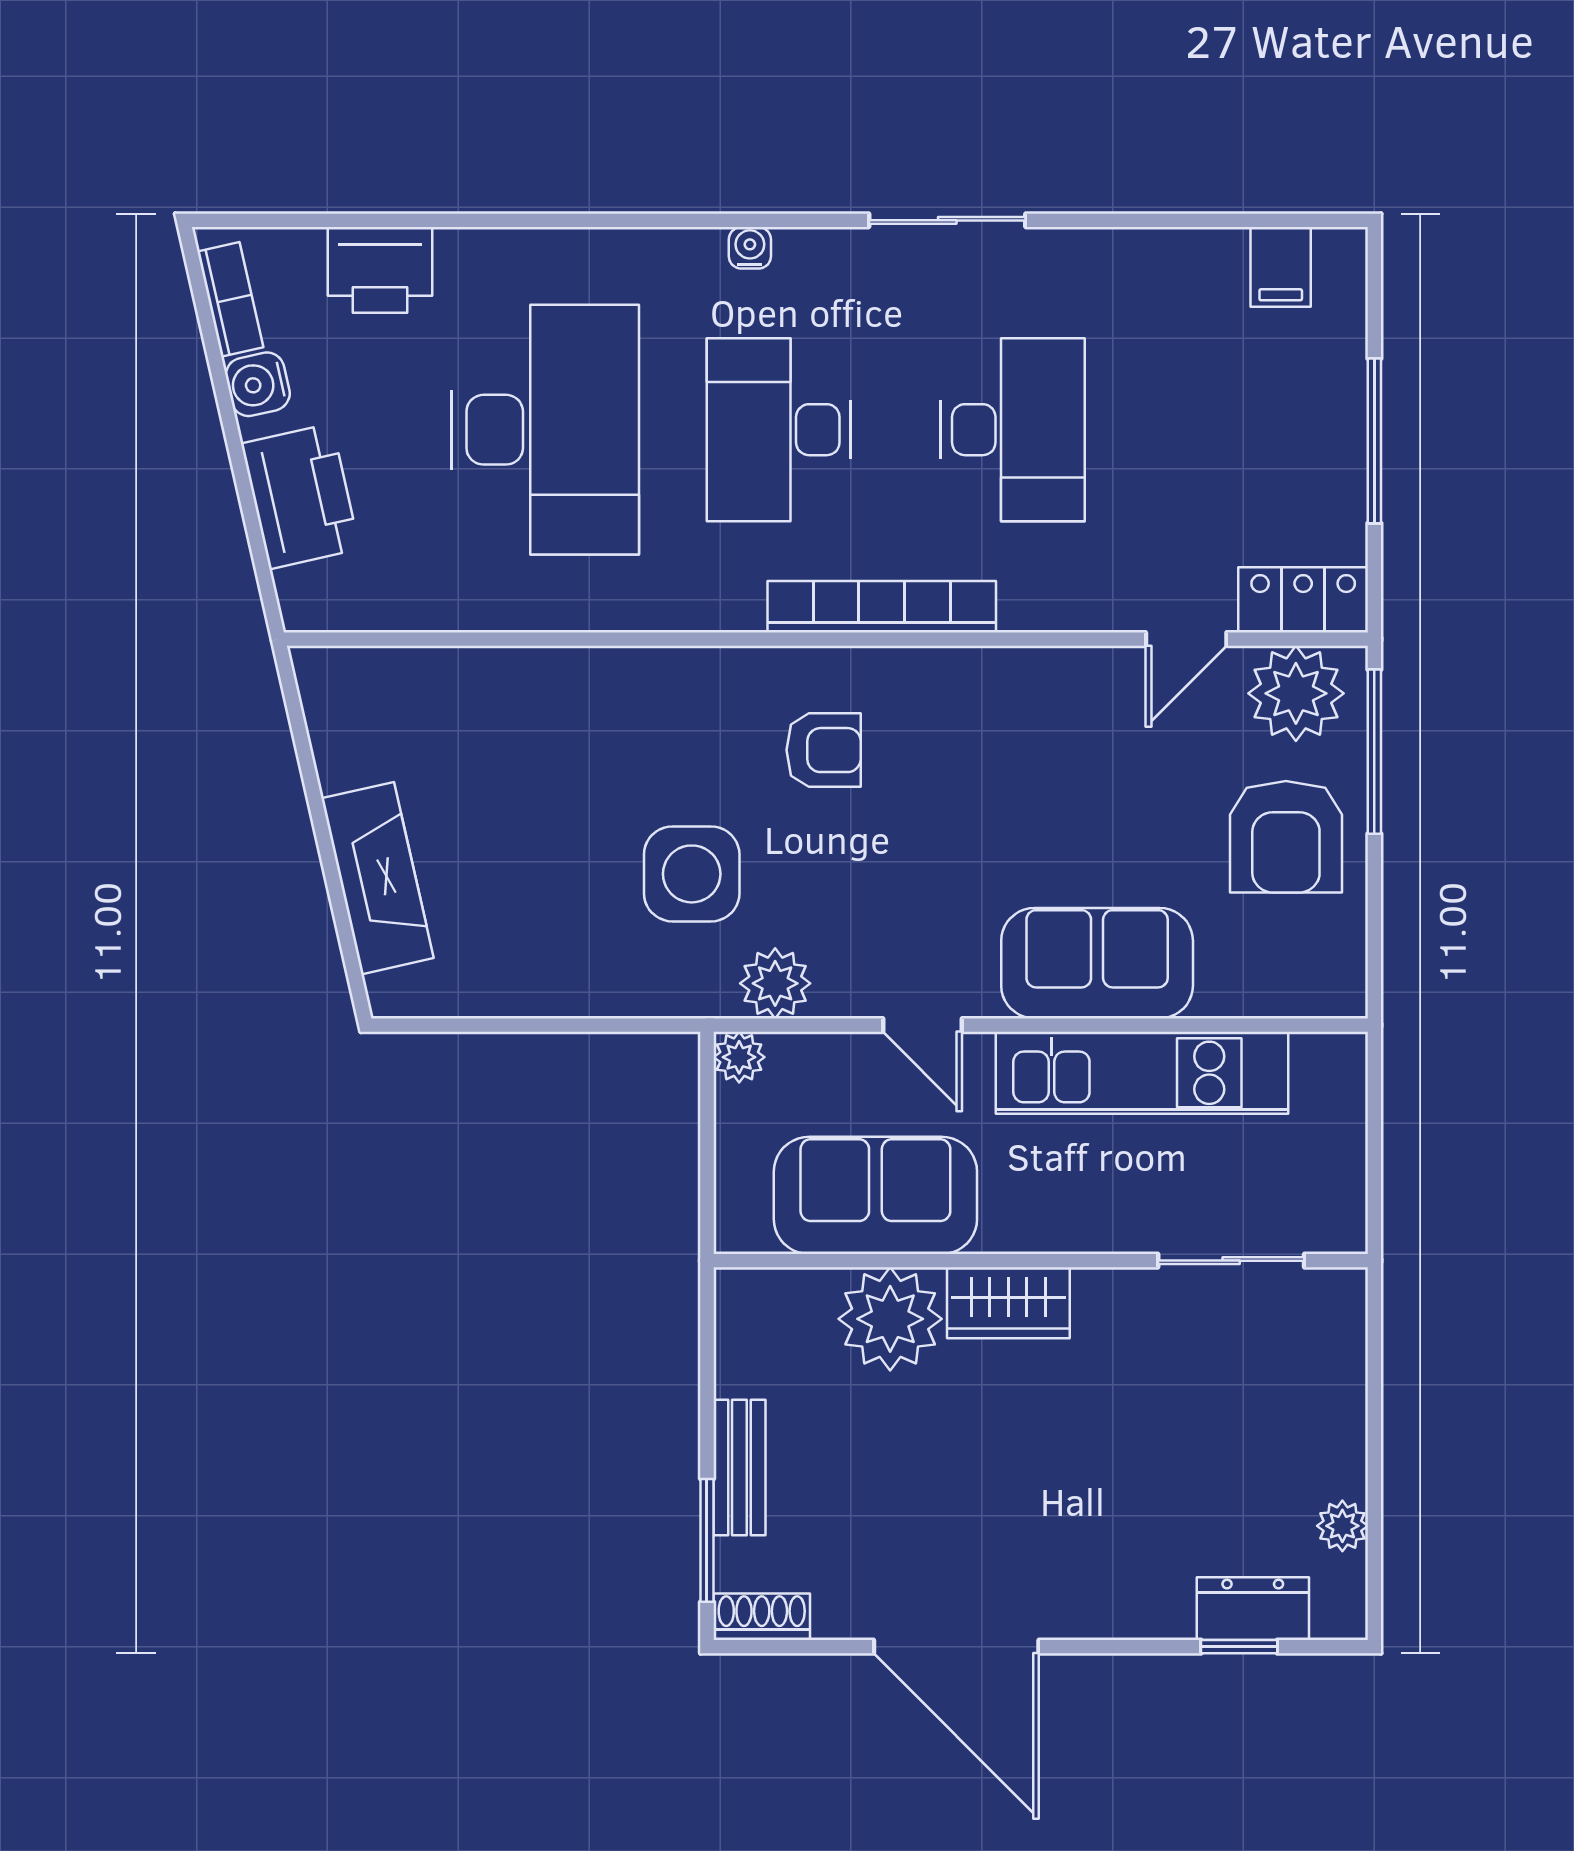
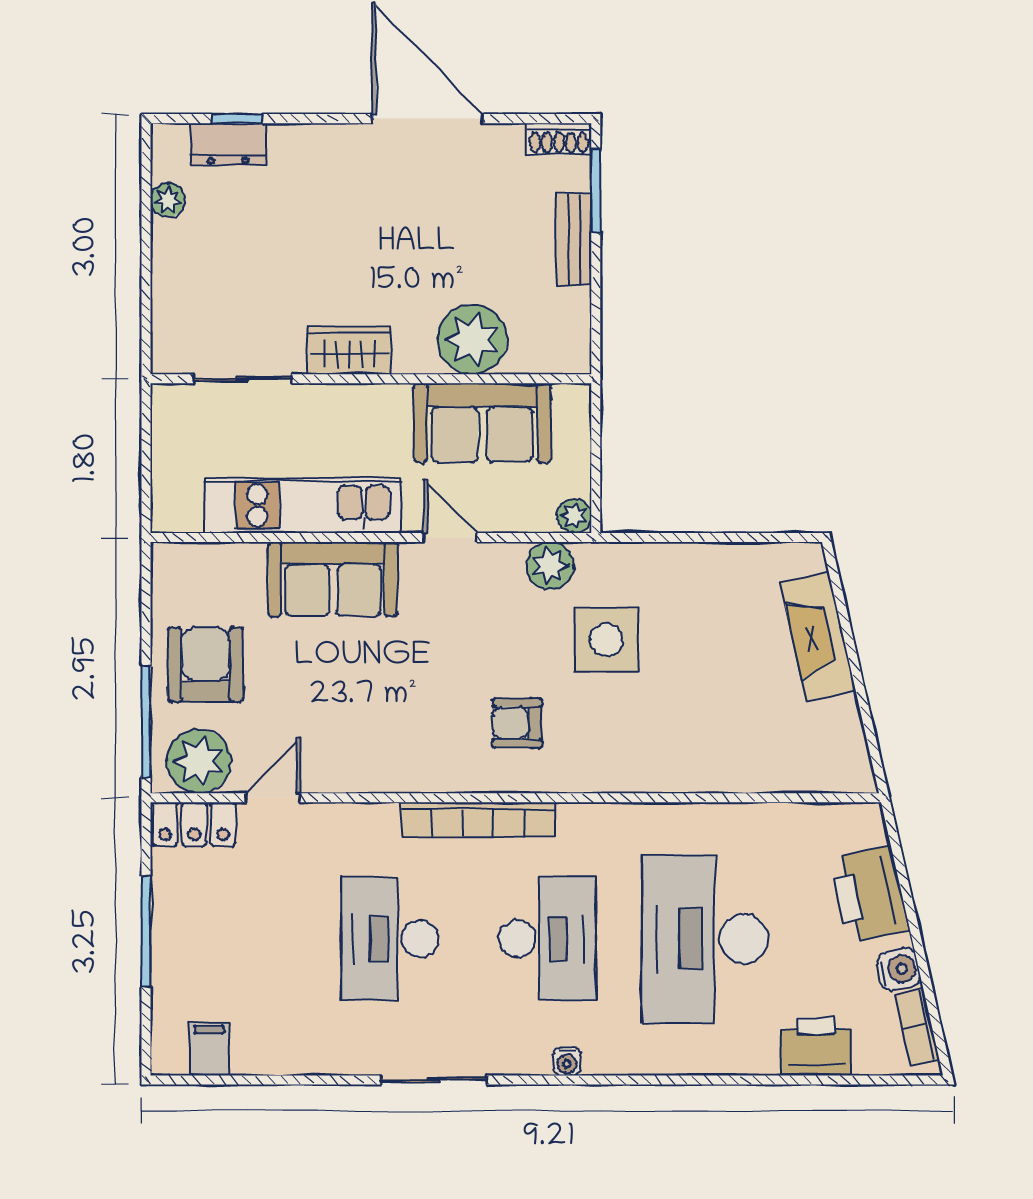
wardrobe: (1008, 1303) -> (349, 350), moved

